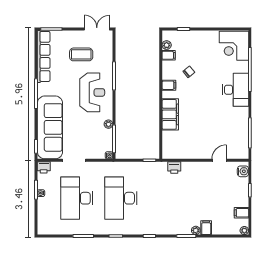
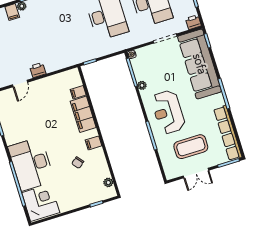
double door: (97, 29) -> (196, 173), moved
coffee table: (81, 54) -> (191, 147), width x1.36, depth x1.32
filing cabinet: (169, 55) -> (78, 92), moved
desk: (236, 90) -> (31, 164), width x1.36, depth x1.30
printer: (174, 168) -> (38, 70), moved

